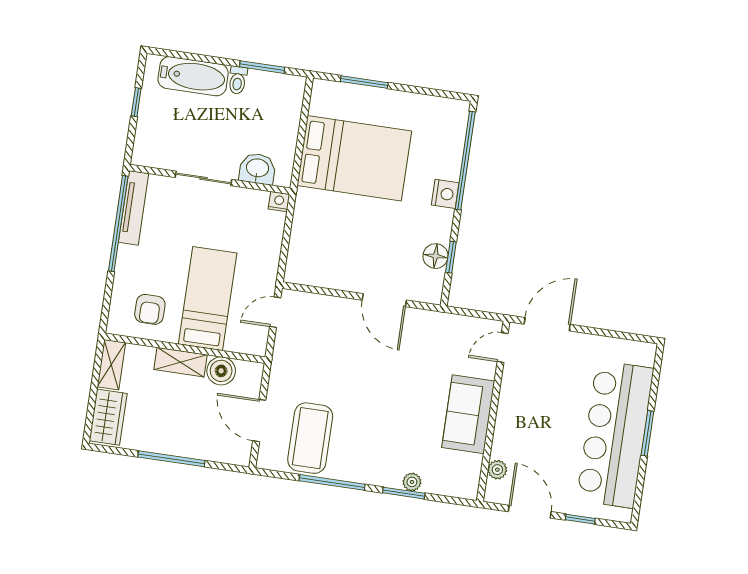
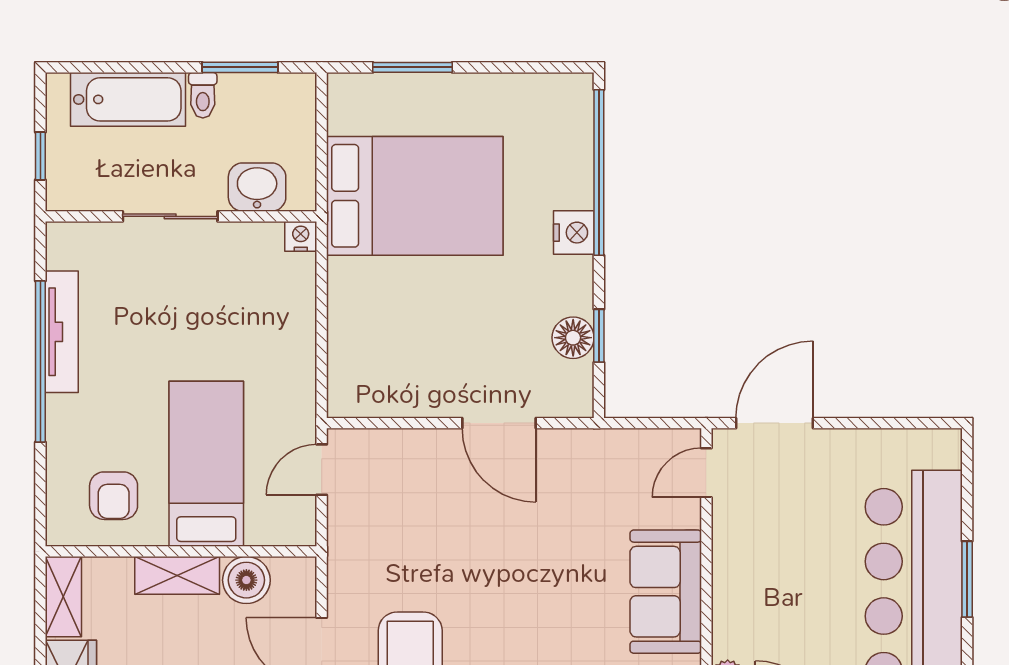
washbasin: (257, 169) -> (257, 187), moved
sliding door: (203, 178) -> (170, 216), moved
wall: (210, 179) -> (181, 216), moved
nightstand: (279, 202) -> (301, 236), moved

